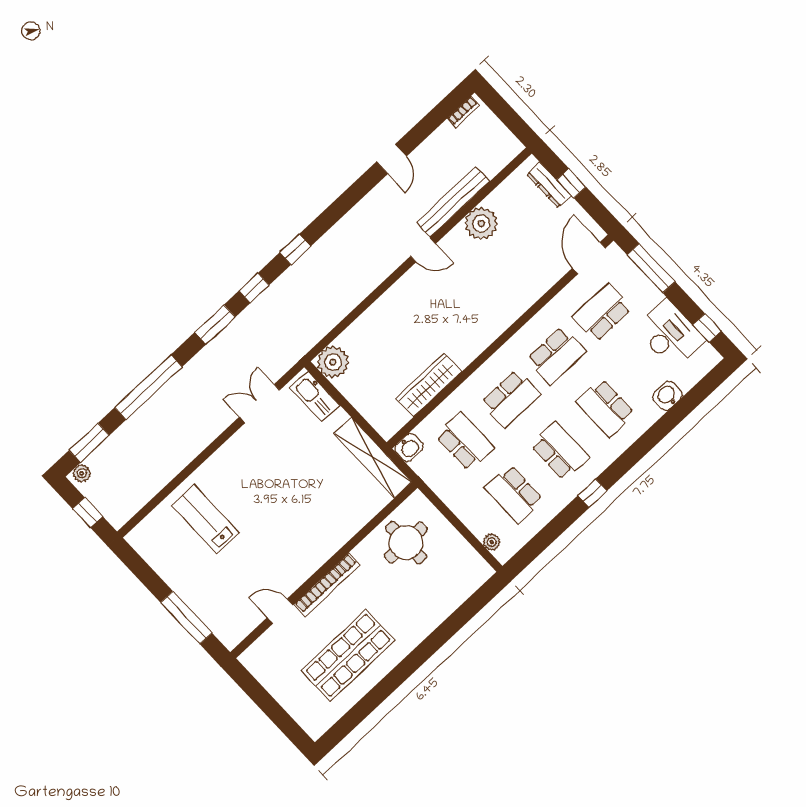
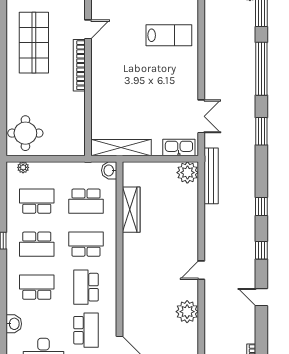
bench: (453, 202) -> (211, 176), moved
window: (254, 288) -> (261, 250), moved
school desk: (511, 399) -> (86, 244), turned 90
round table: (406, 542) -> (25, 133), moved

